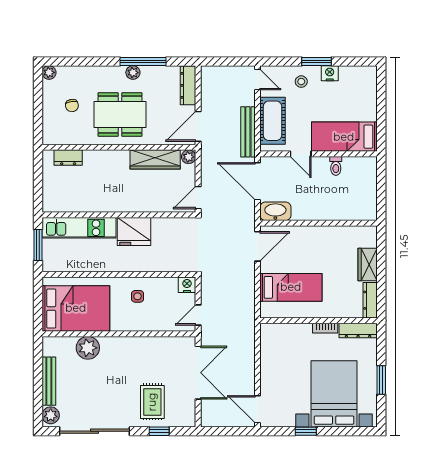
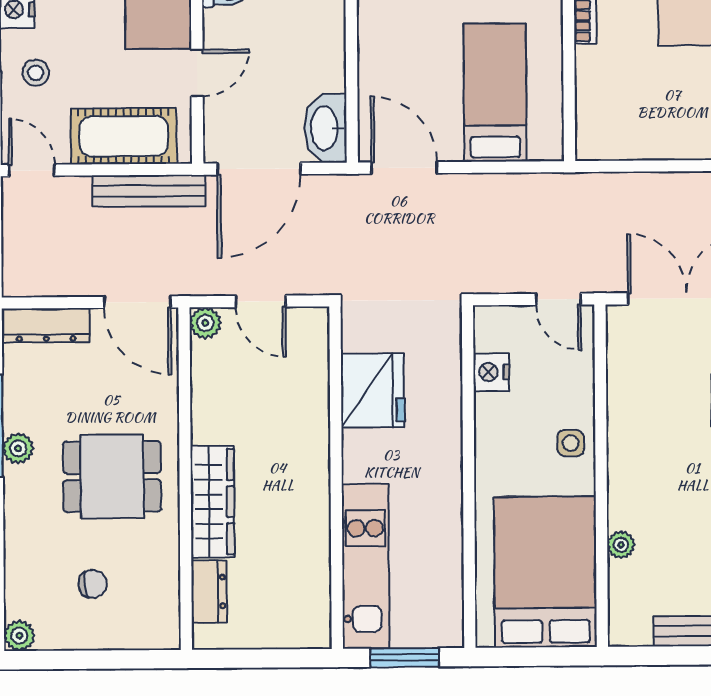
door: (257, 80) -> (32, 170), hinge flipped
dining table: (120, 114) -> (112, 477), width x0.73
wardrobe: (155, 159) -> (212, 502), moved
door: (198, 198) -> (261, 301), moved
fridge: (134, 232) -> (372, 391), moved
nightstand: (187, 285) -> (491, 372), moved
side table: (138, 296) -> (571, 443), moved
plant: (88, 348) -> (621, 545), width x0.53, depth x0.53

